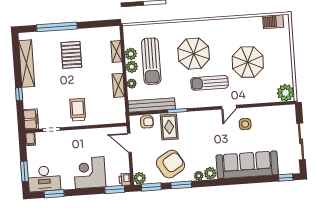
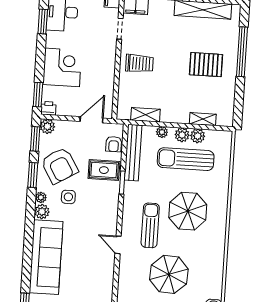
shelving: (118, 85) -> (145, 115), moved
side table: (245, 124) -> (68, 197), moved

